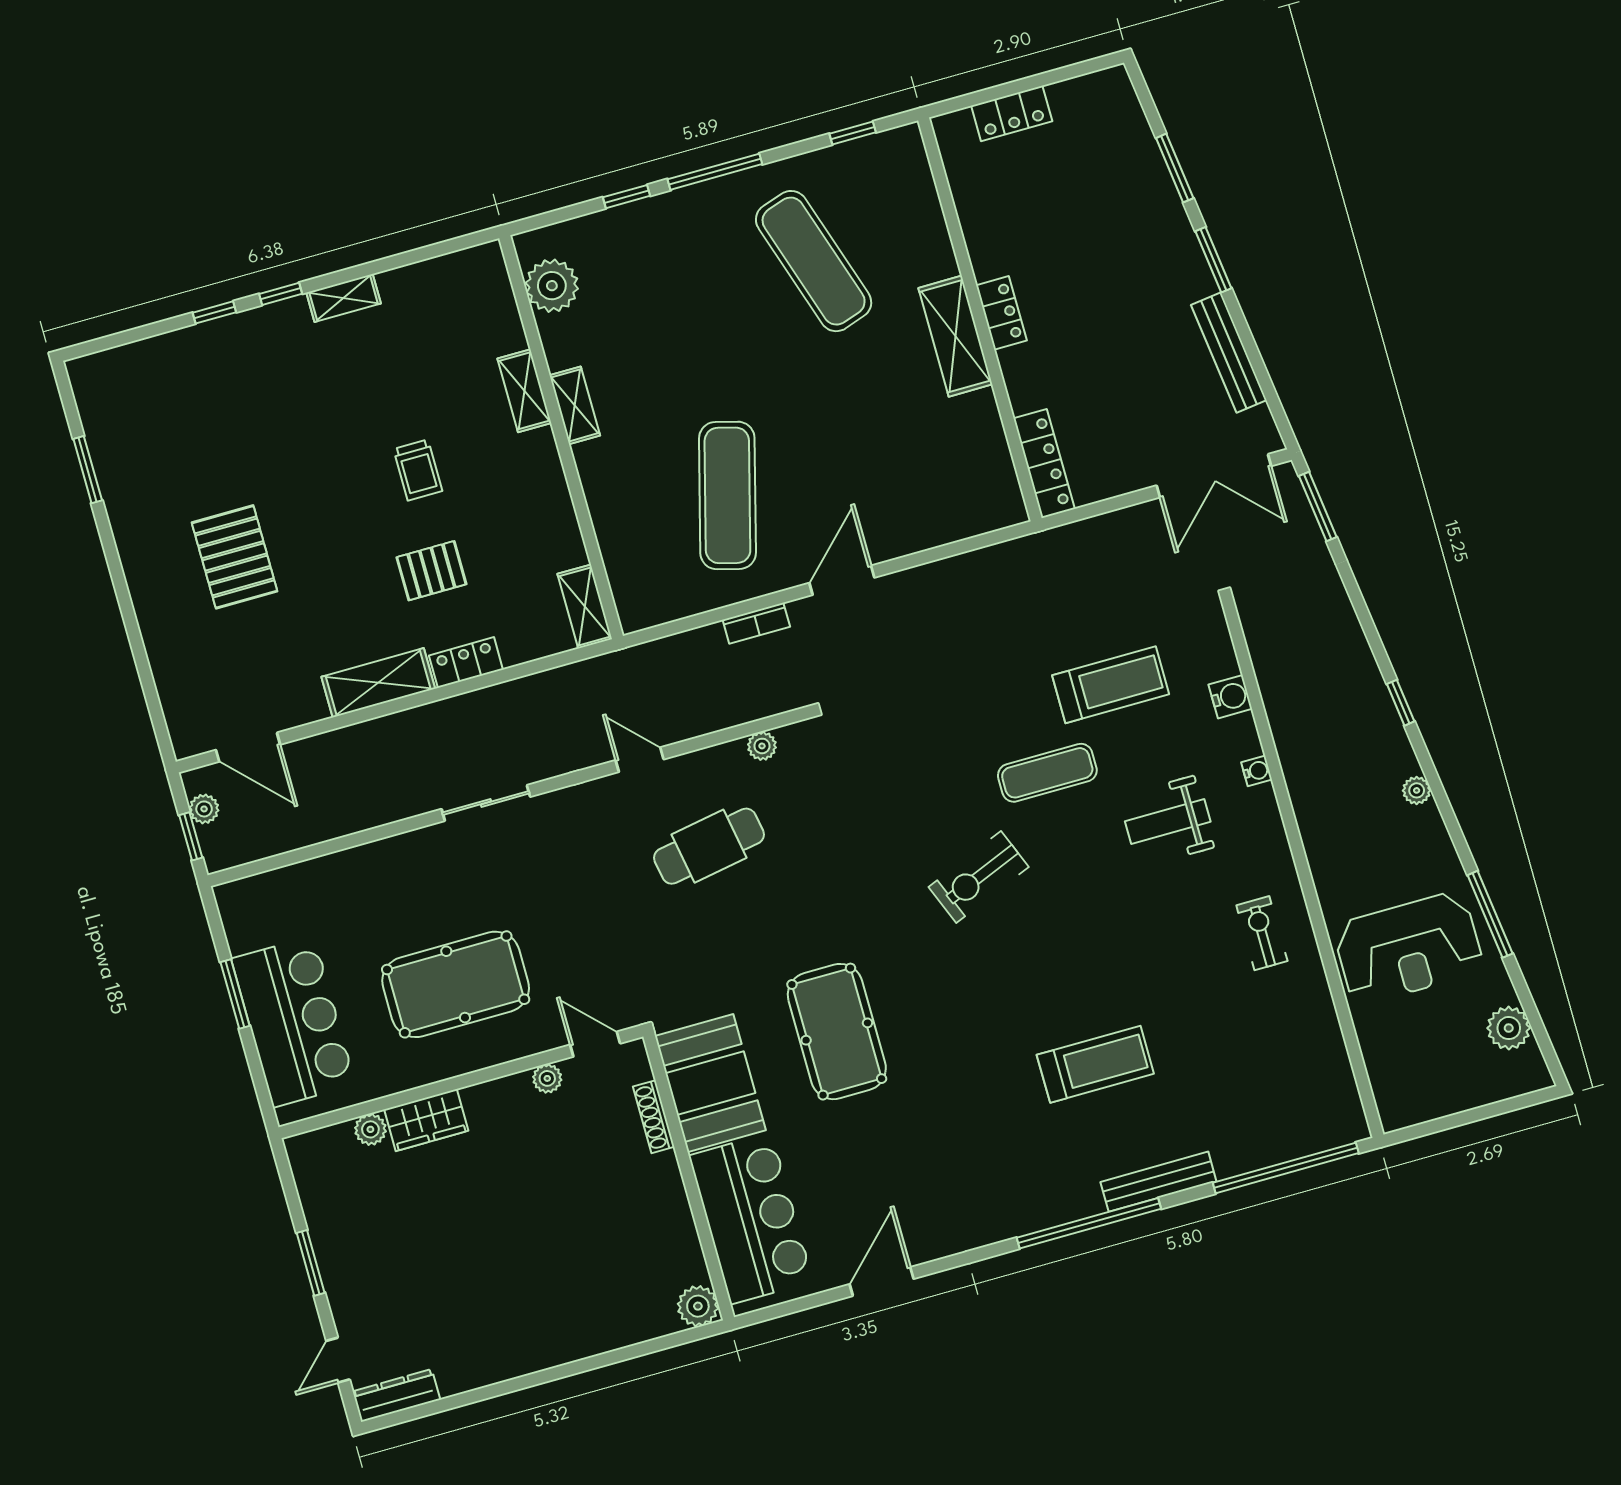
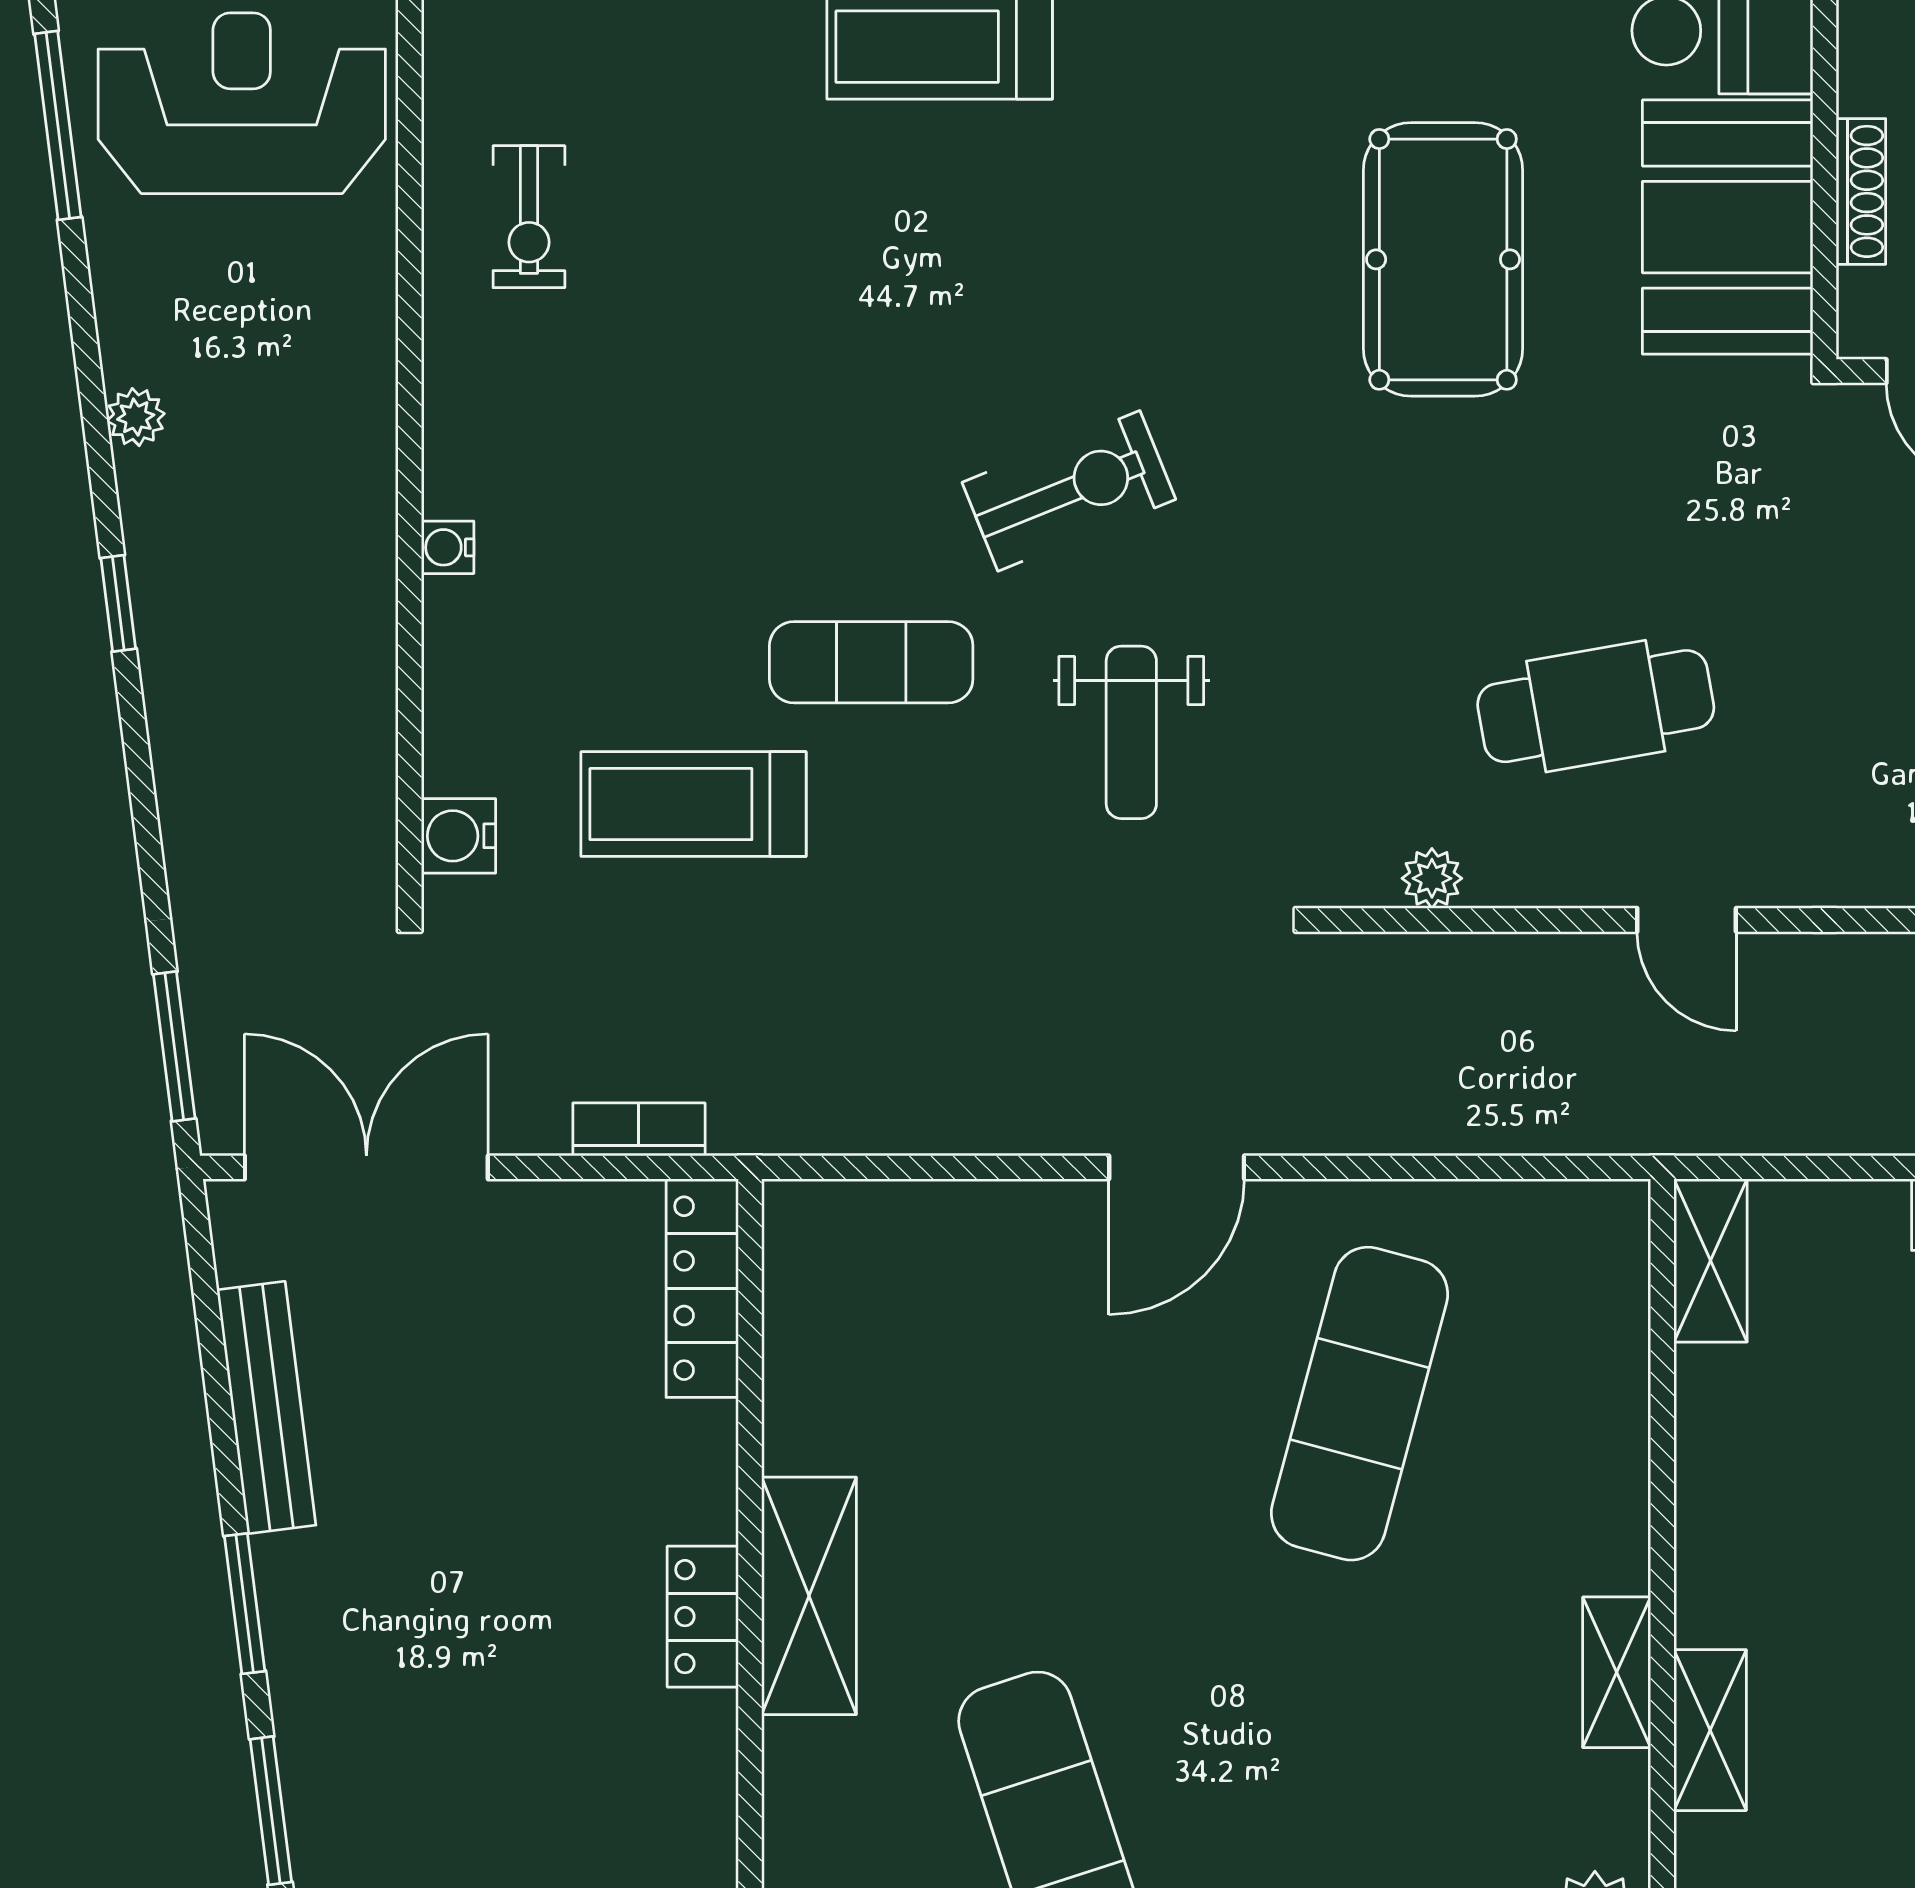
bookcase: (756, 623) -> (639, 1129), moved
water cooler: (1230, 697) -> (459, 836), moved
weight bench: (1168, 822) -> (1131, 732), moved, turned 90

